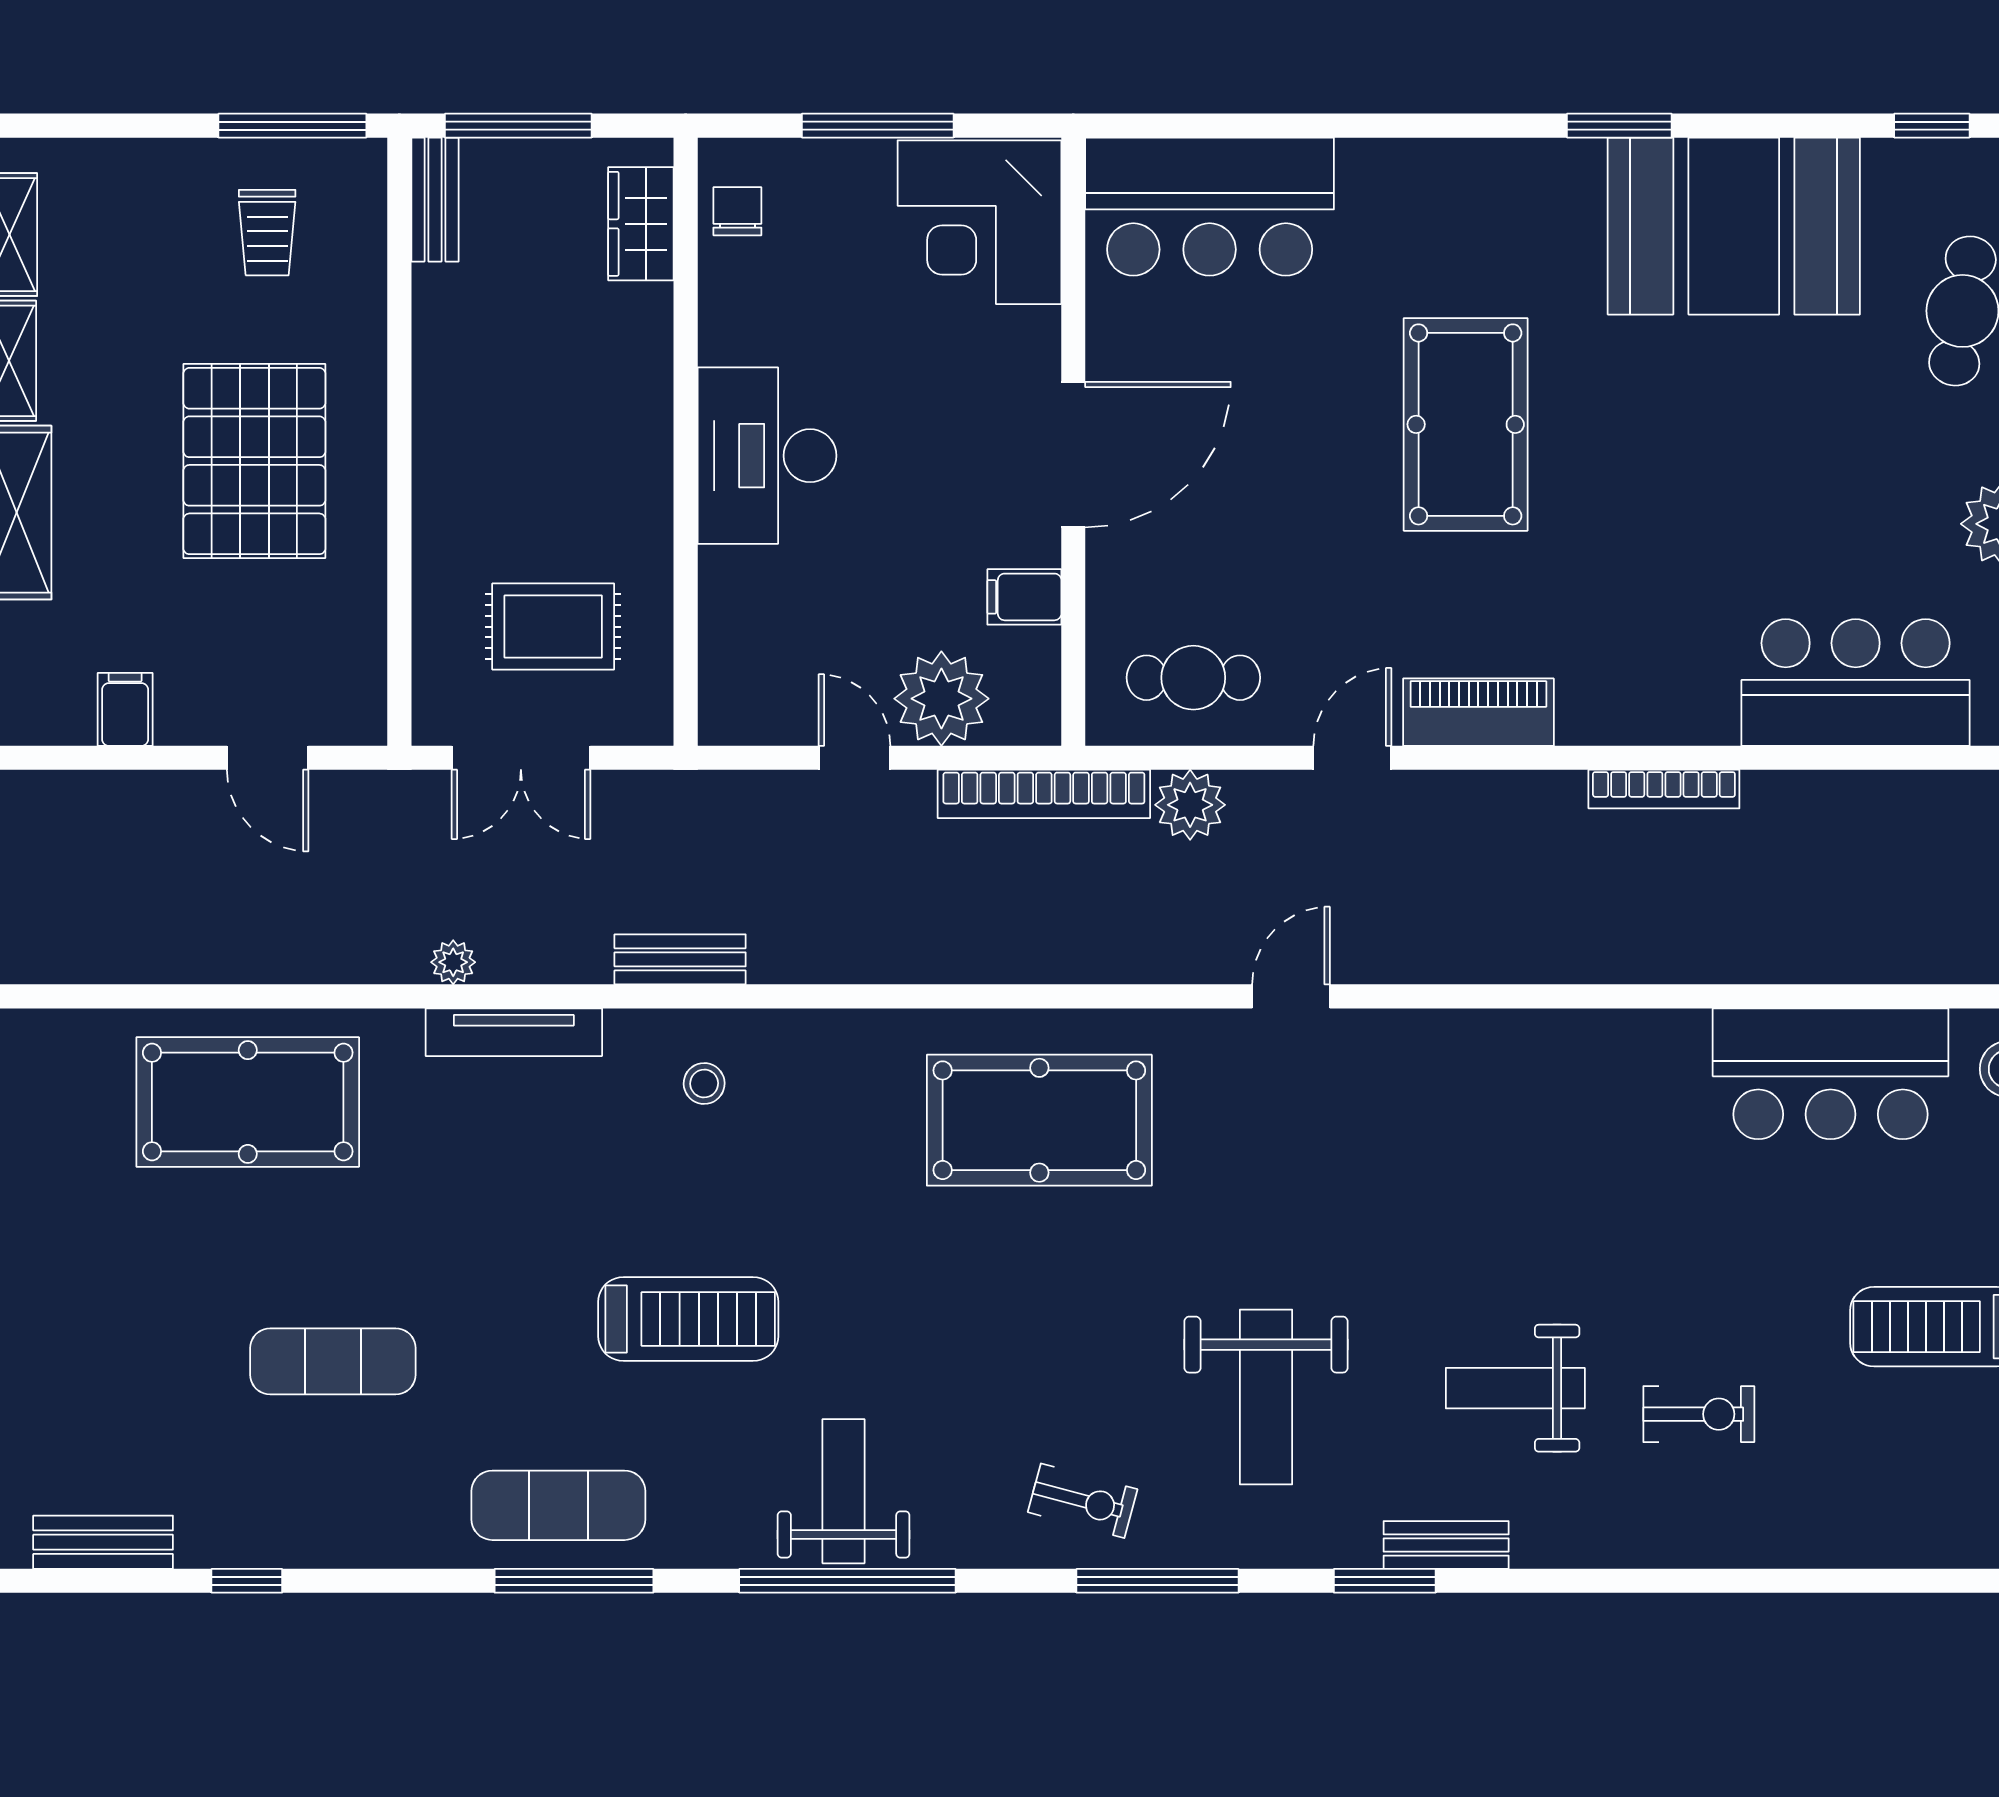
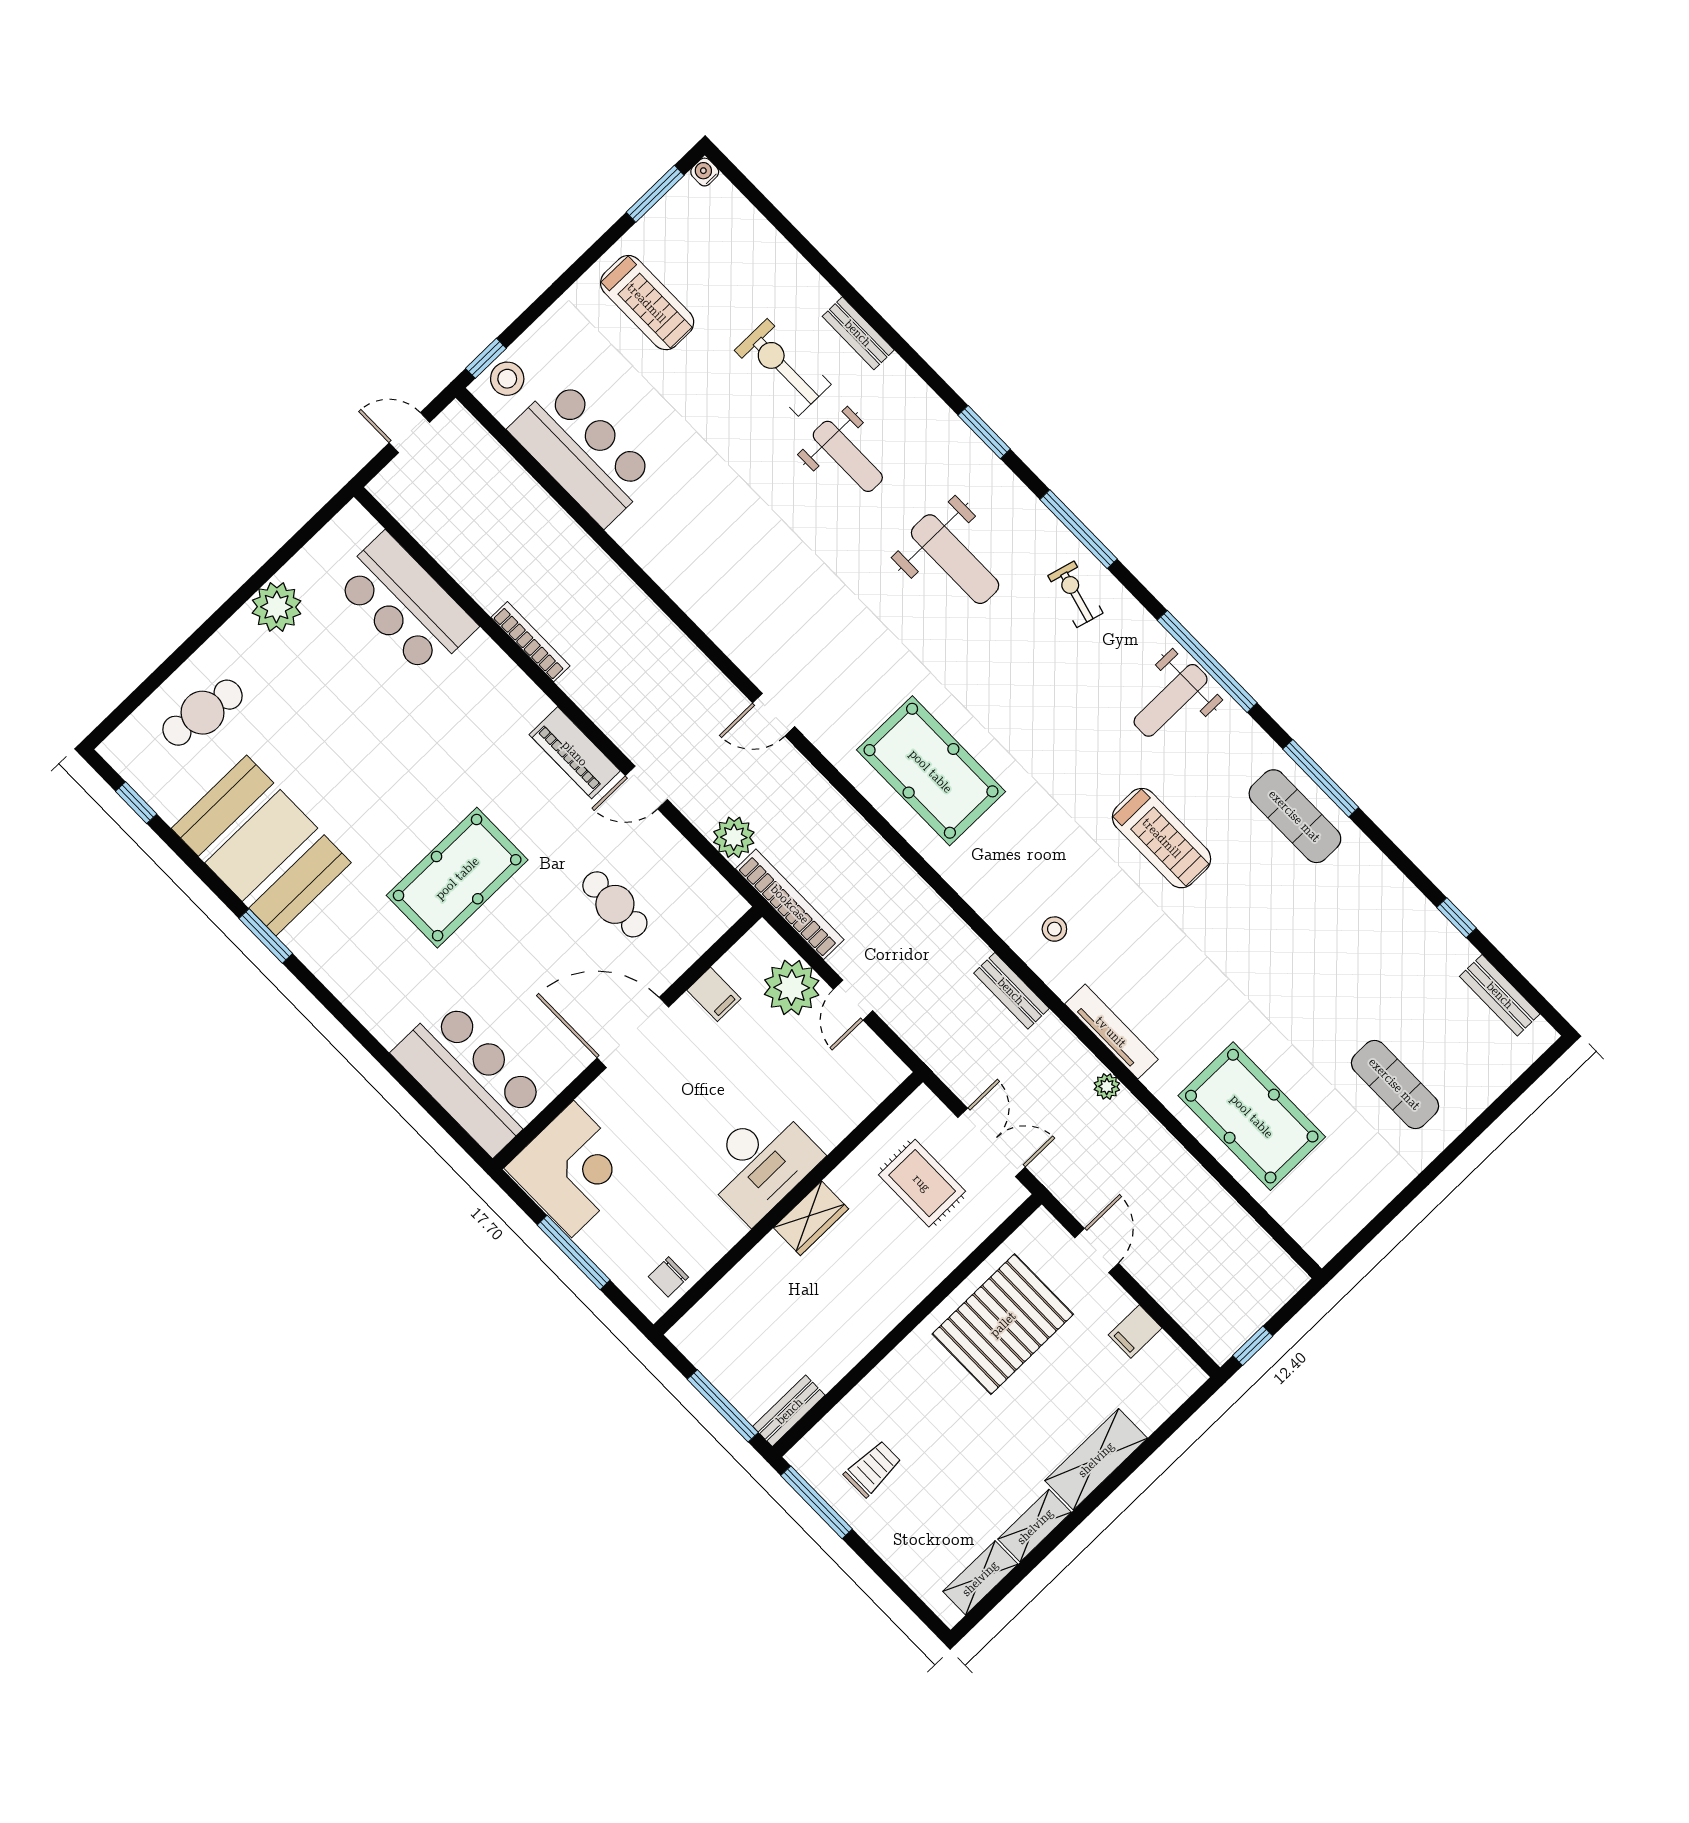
wardrobe: (641, 224) -> (811, 1218), moved
pallet: (254, 461) -> (1003, 1324), moved
cafe table: (1193, 678) -> (615, 904), moved
treadmill: (688, 1319) -> (1162, 838), turned 180
exercise mat: (333, 1361) -> (1395, 1084), moved
weight bench: (1266, 1397) -> (955, 559), turned 90
exercise bike: (1699, 1414) -> (783, 367), width x1.38, depth x1.39
bench: (1446, 1545) -> (858, 333), moved

